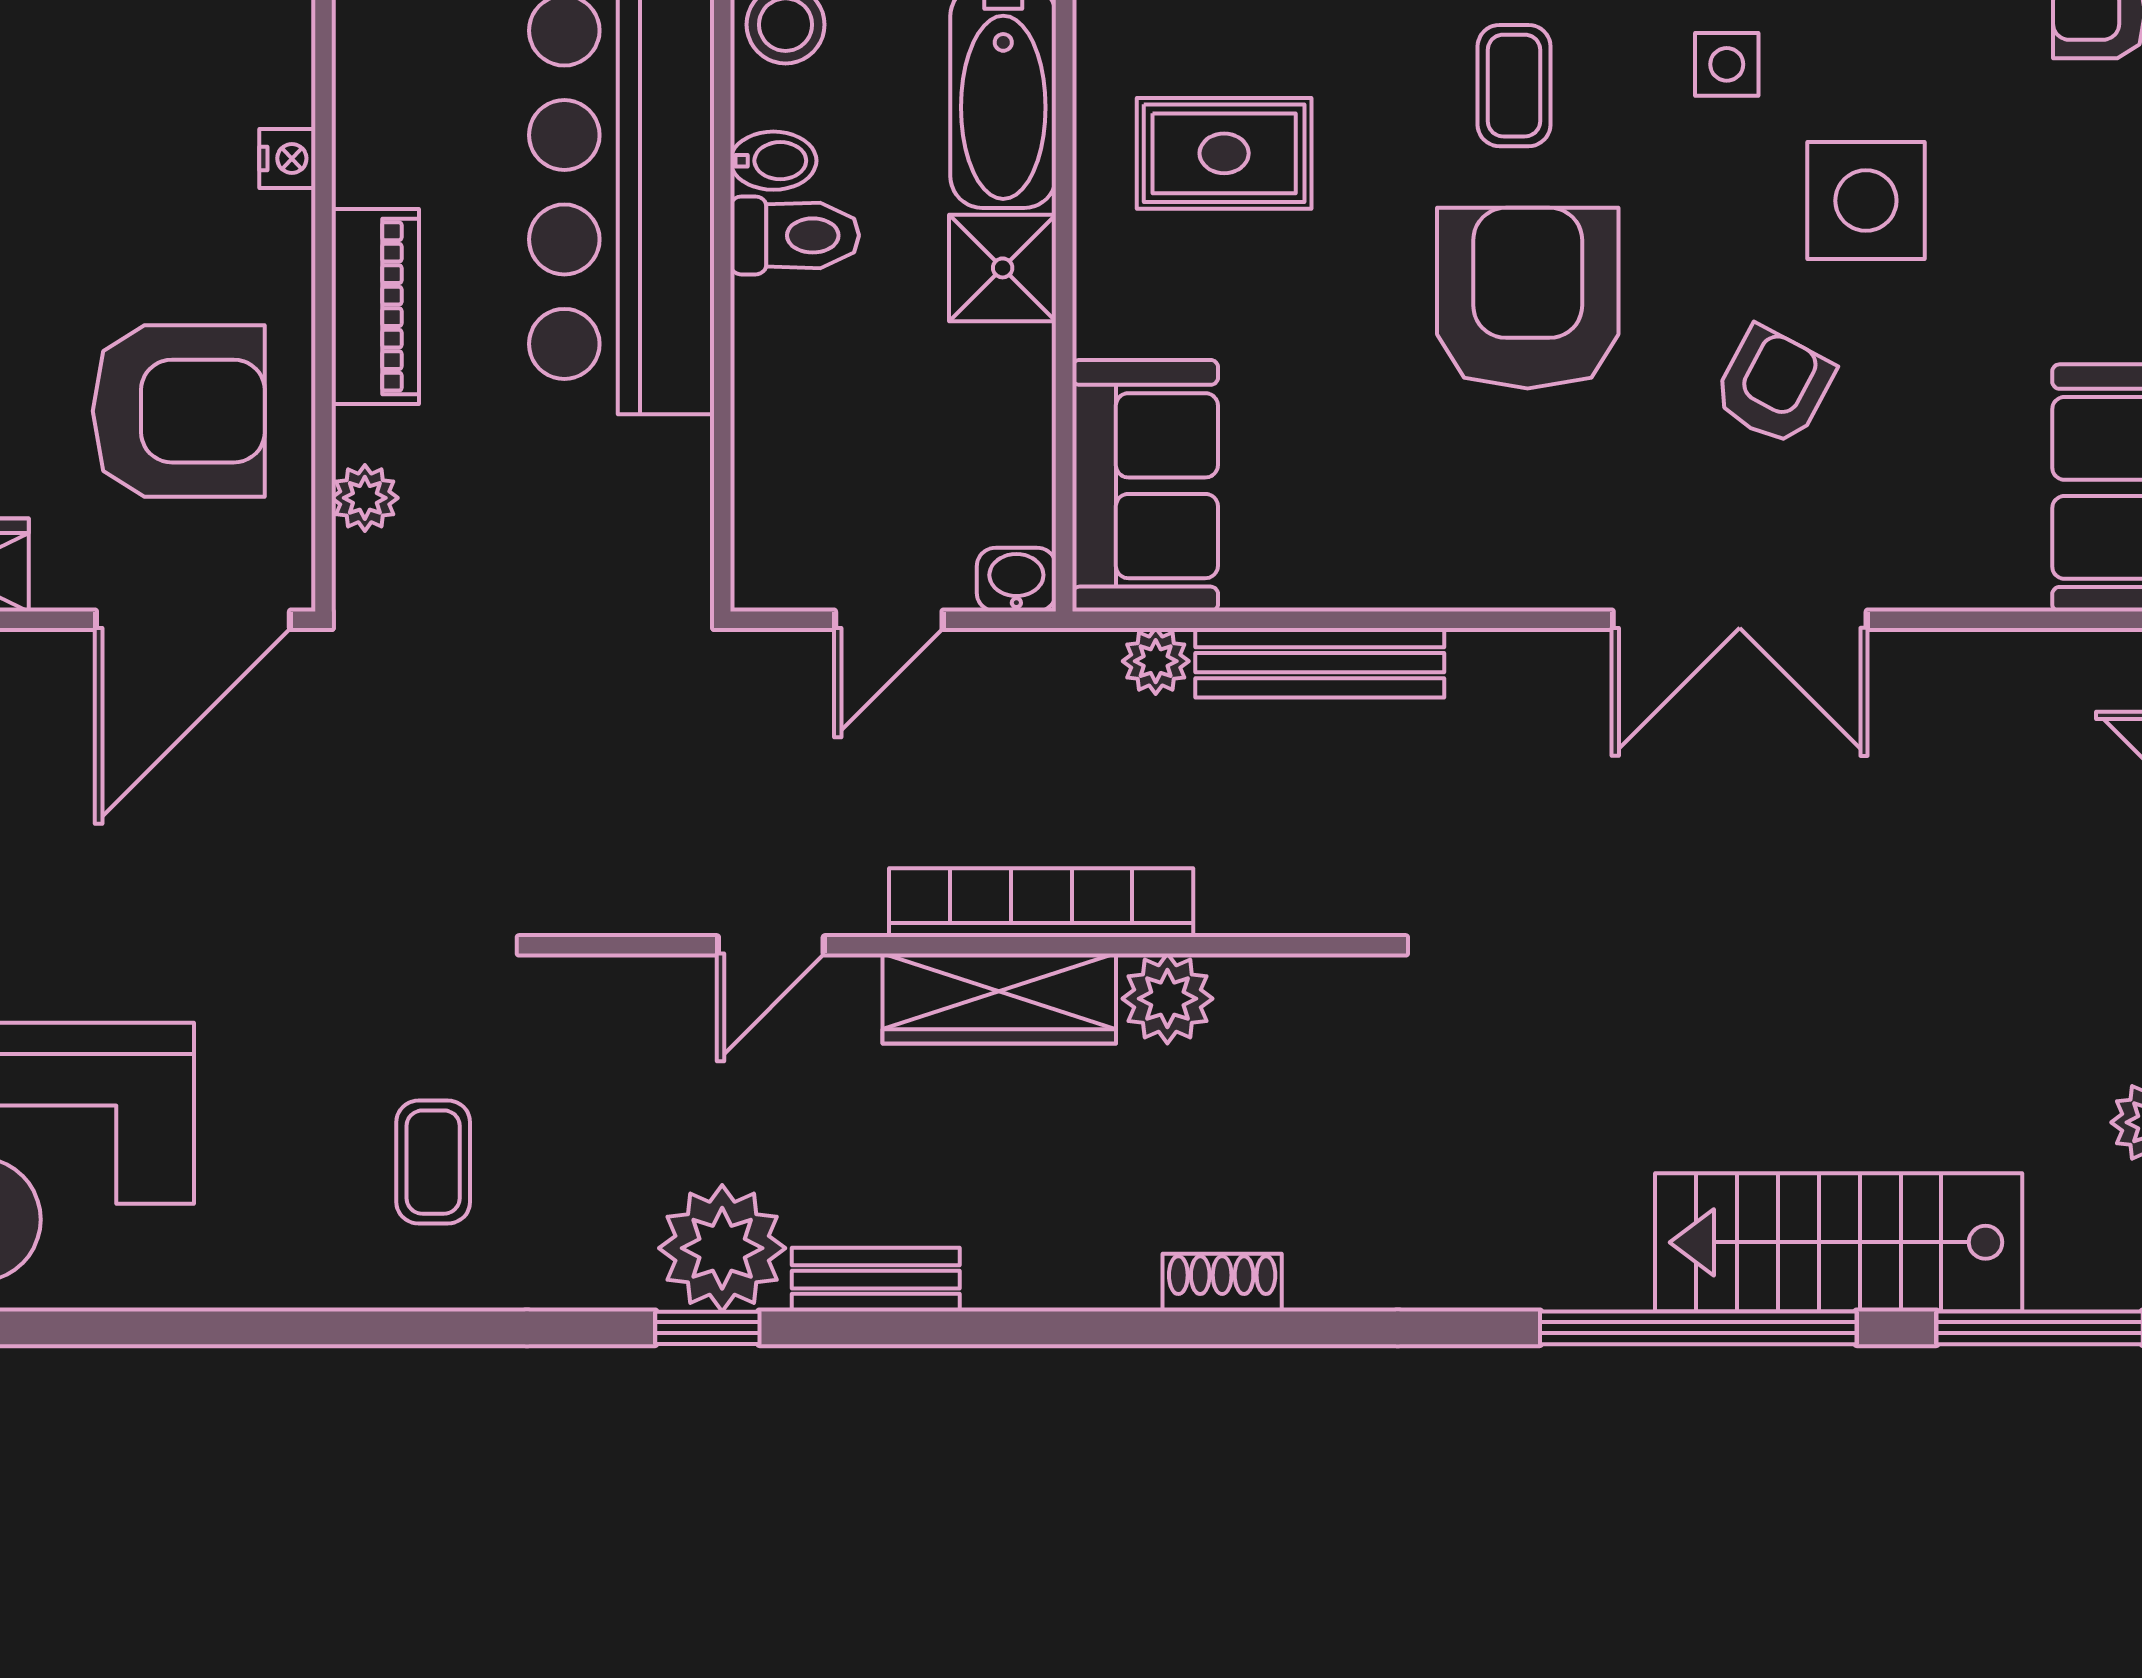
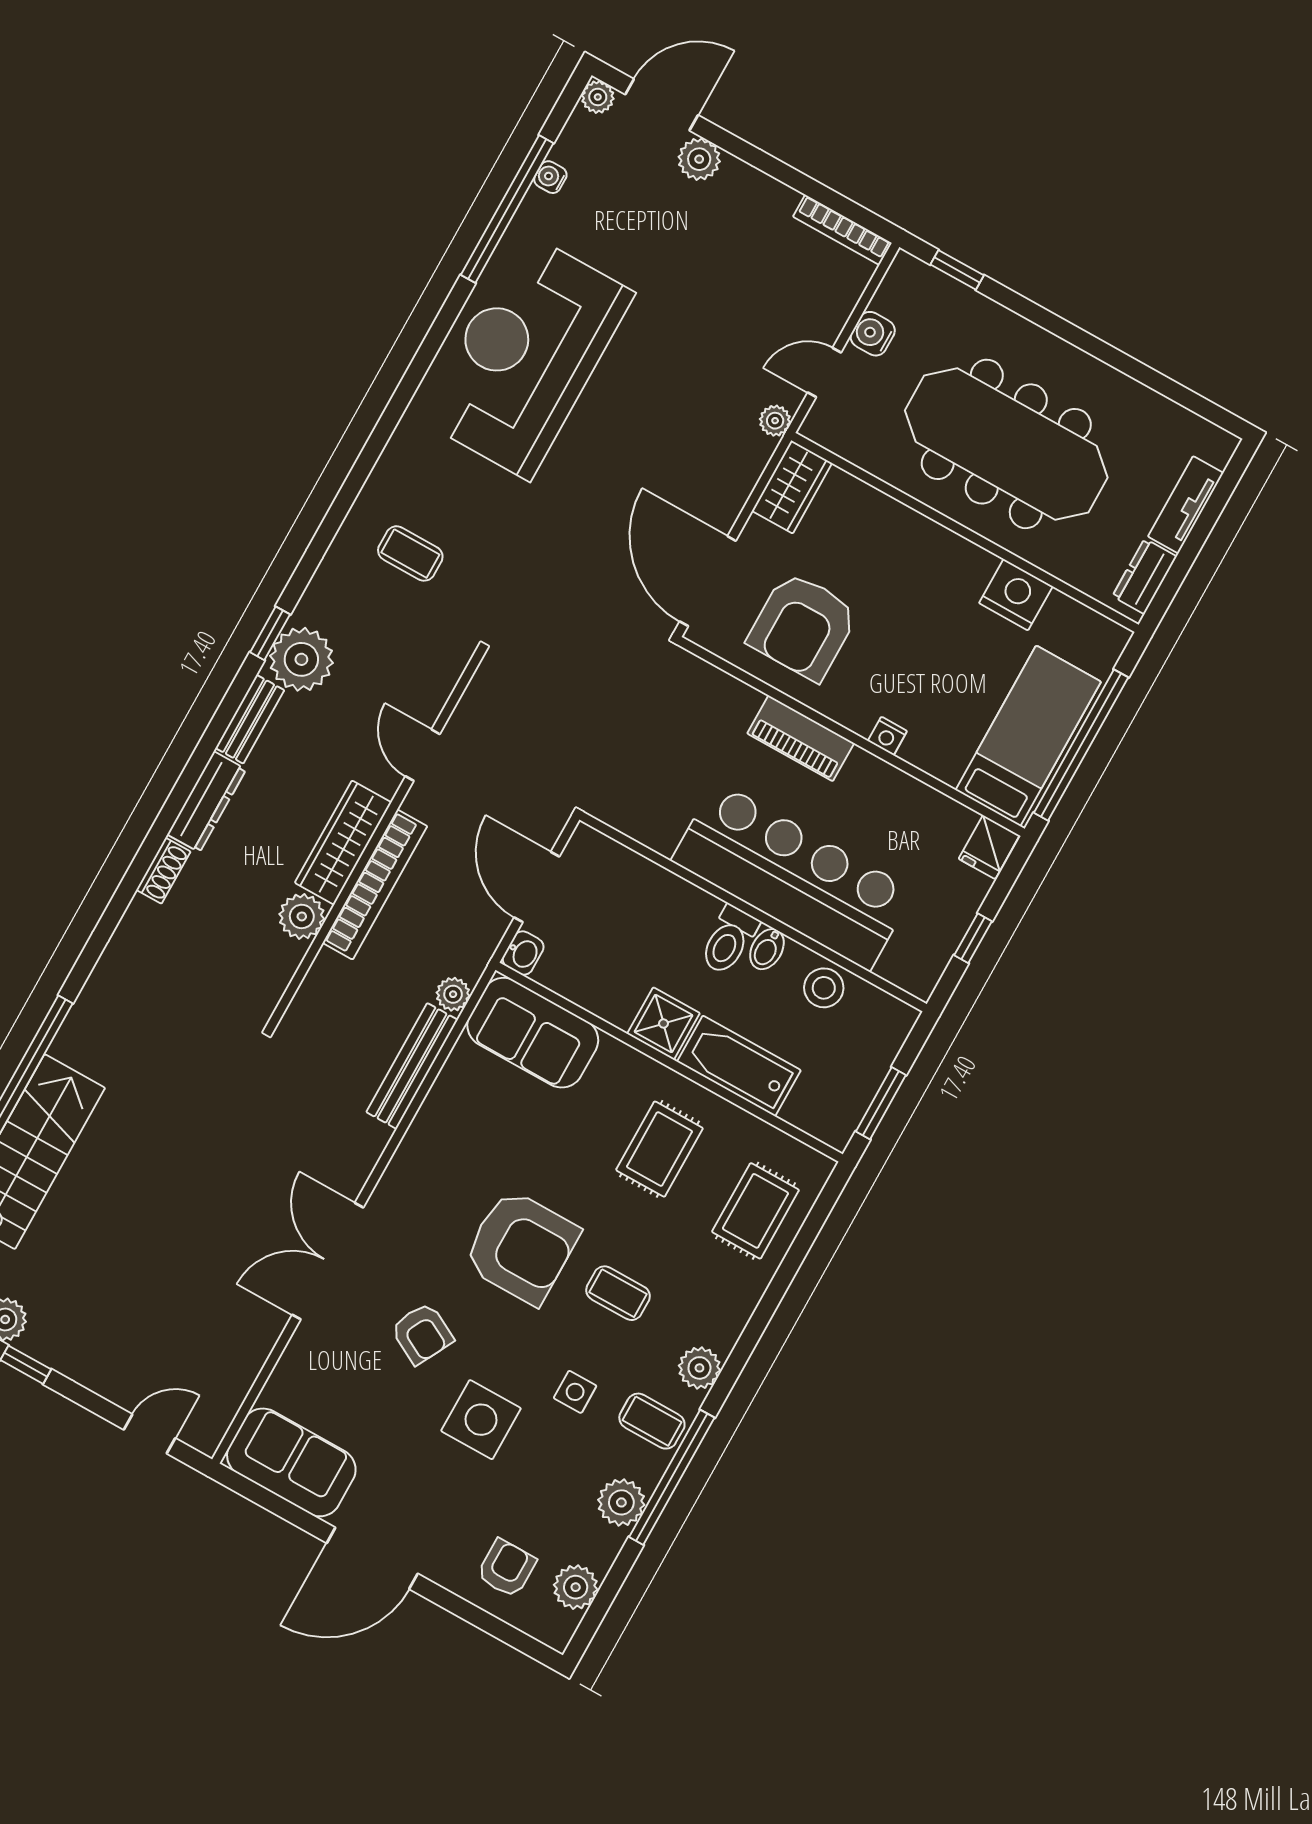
plant: (365, 498) -> (719, 687), removed
door: (889, 620) -> (537, 887), width x1.38
dresser: (1061, 1274) -> (207, 802), added

